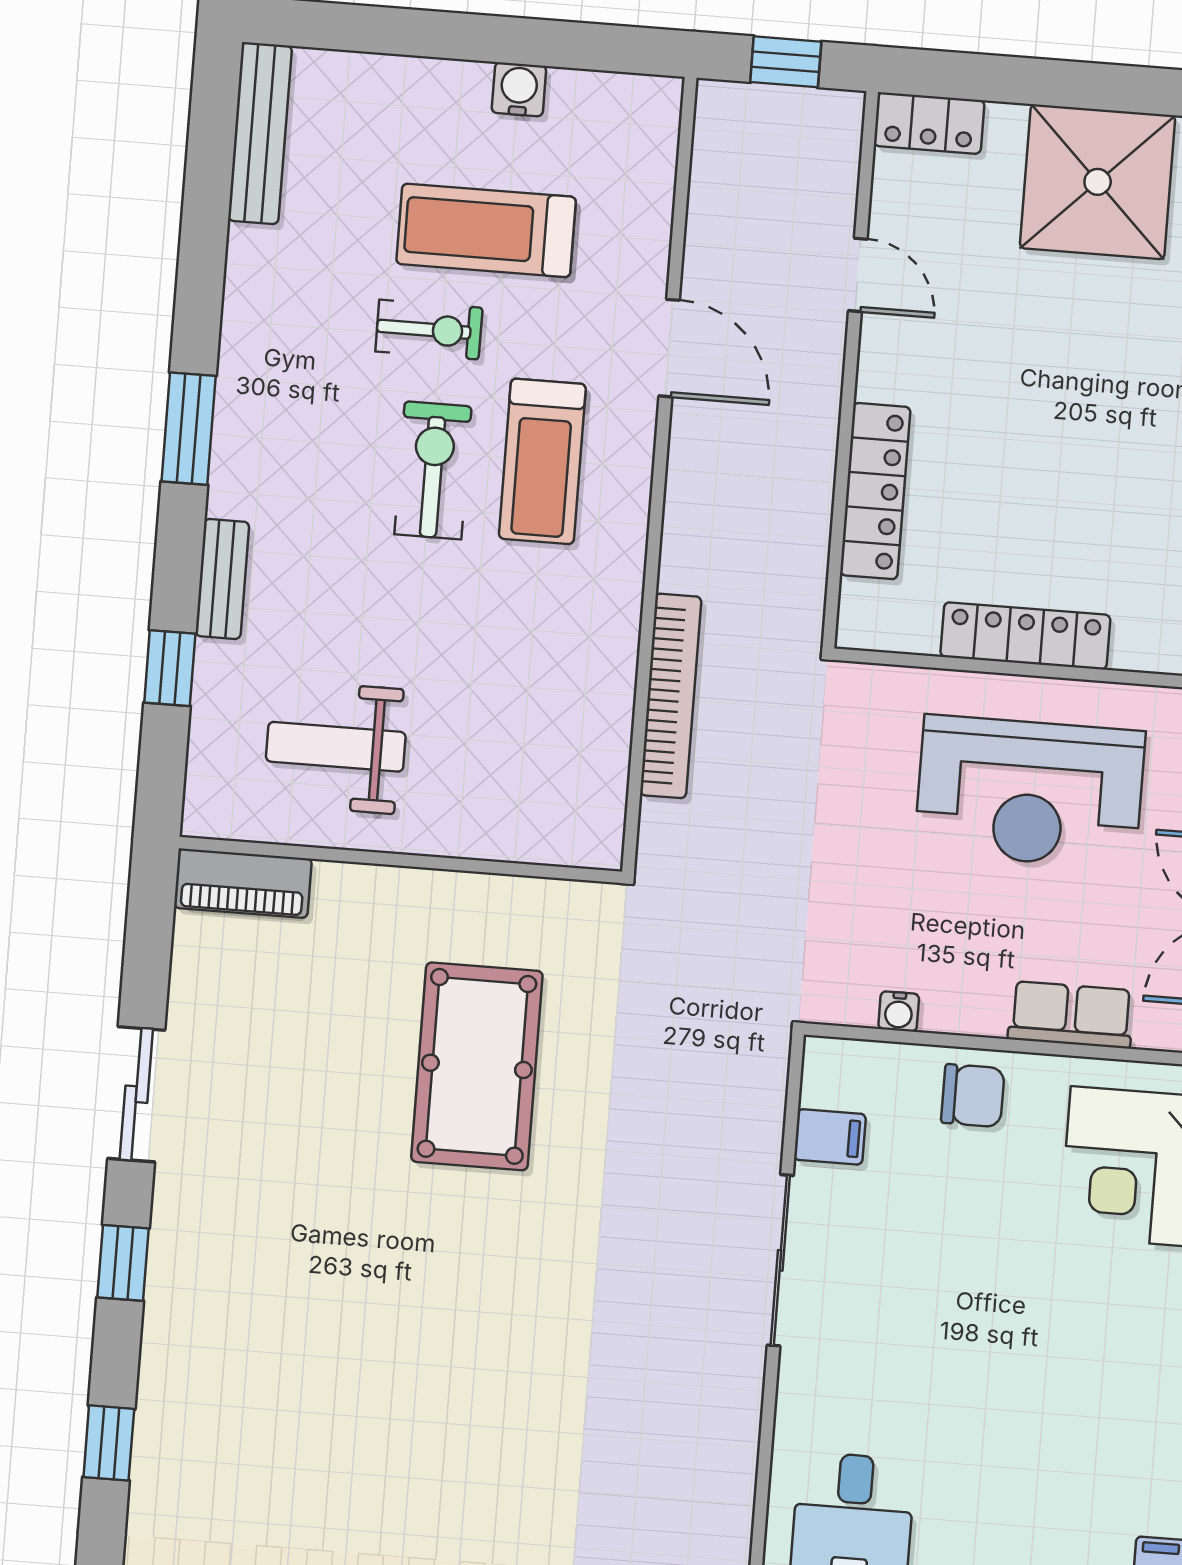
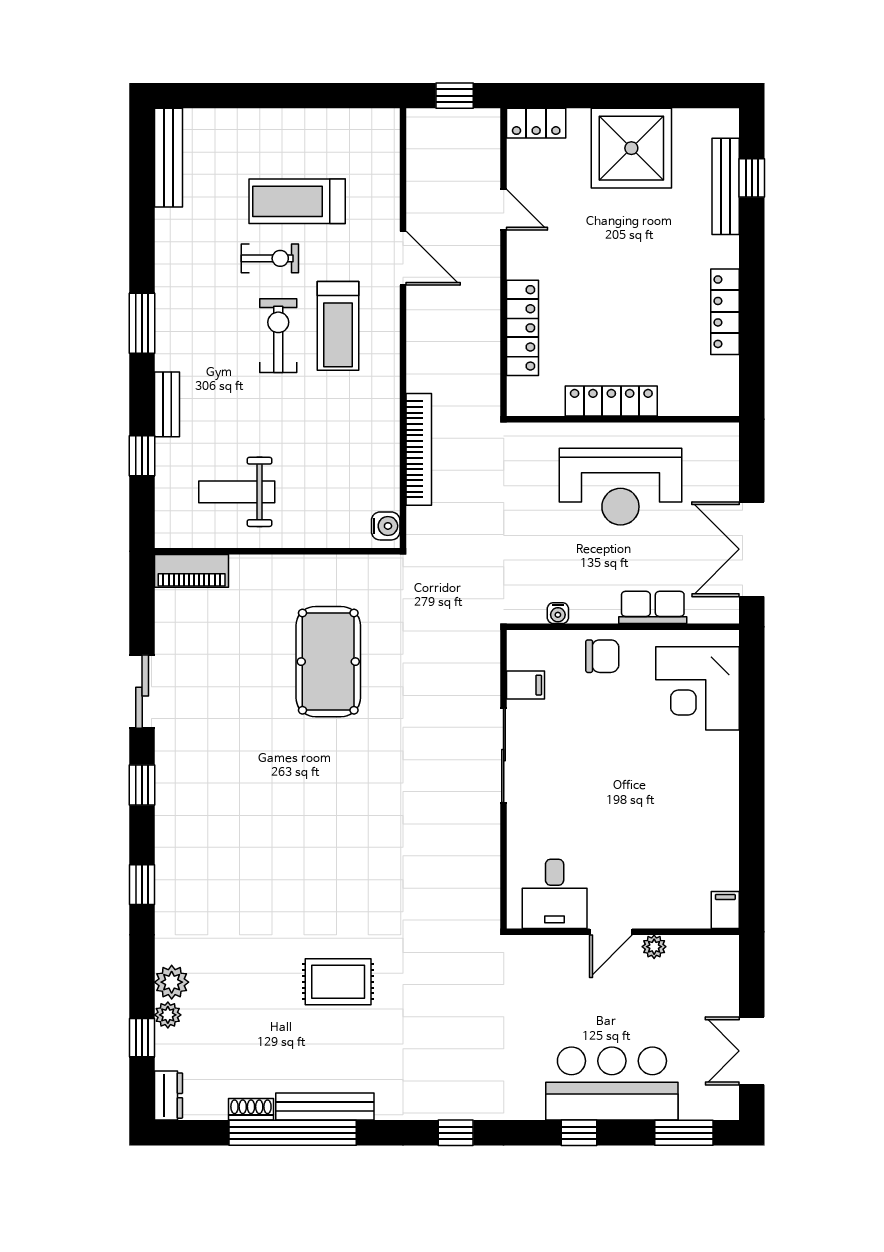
water cooler: (519, 89) -> (386, 526), moved, turned 90

